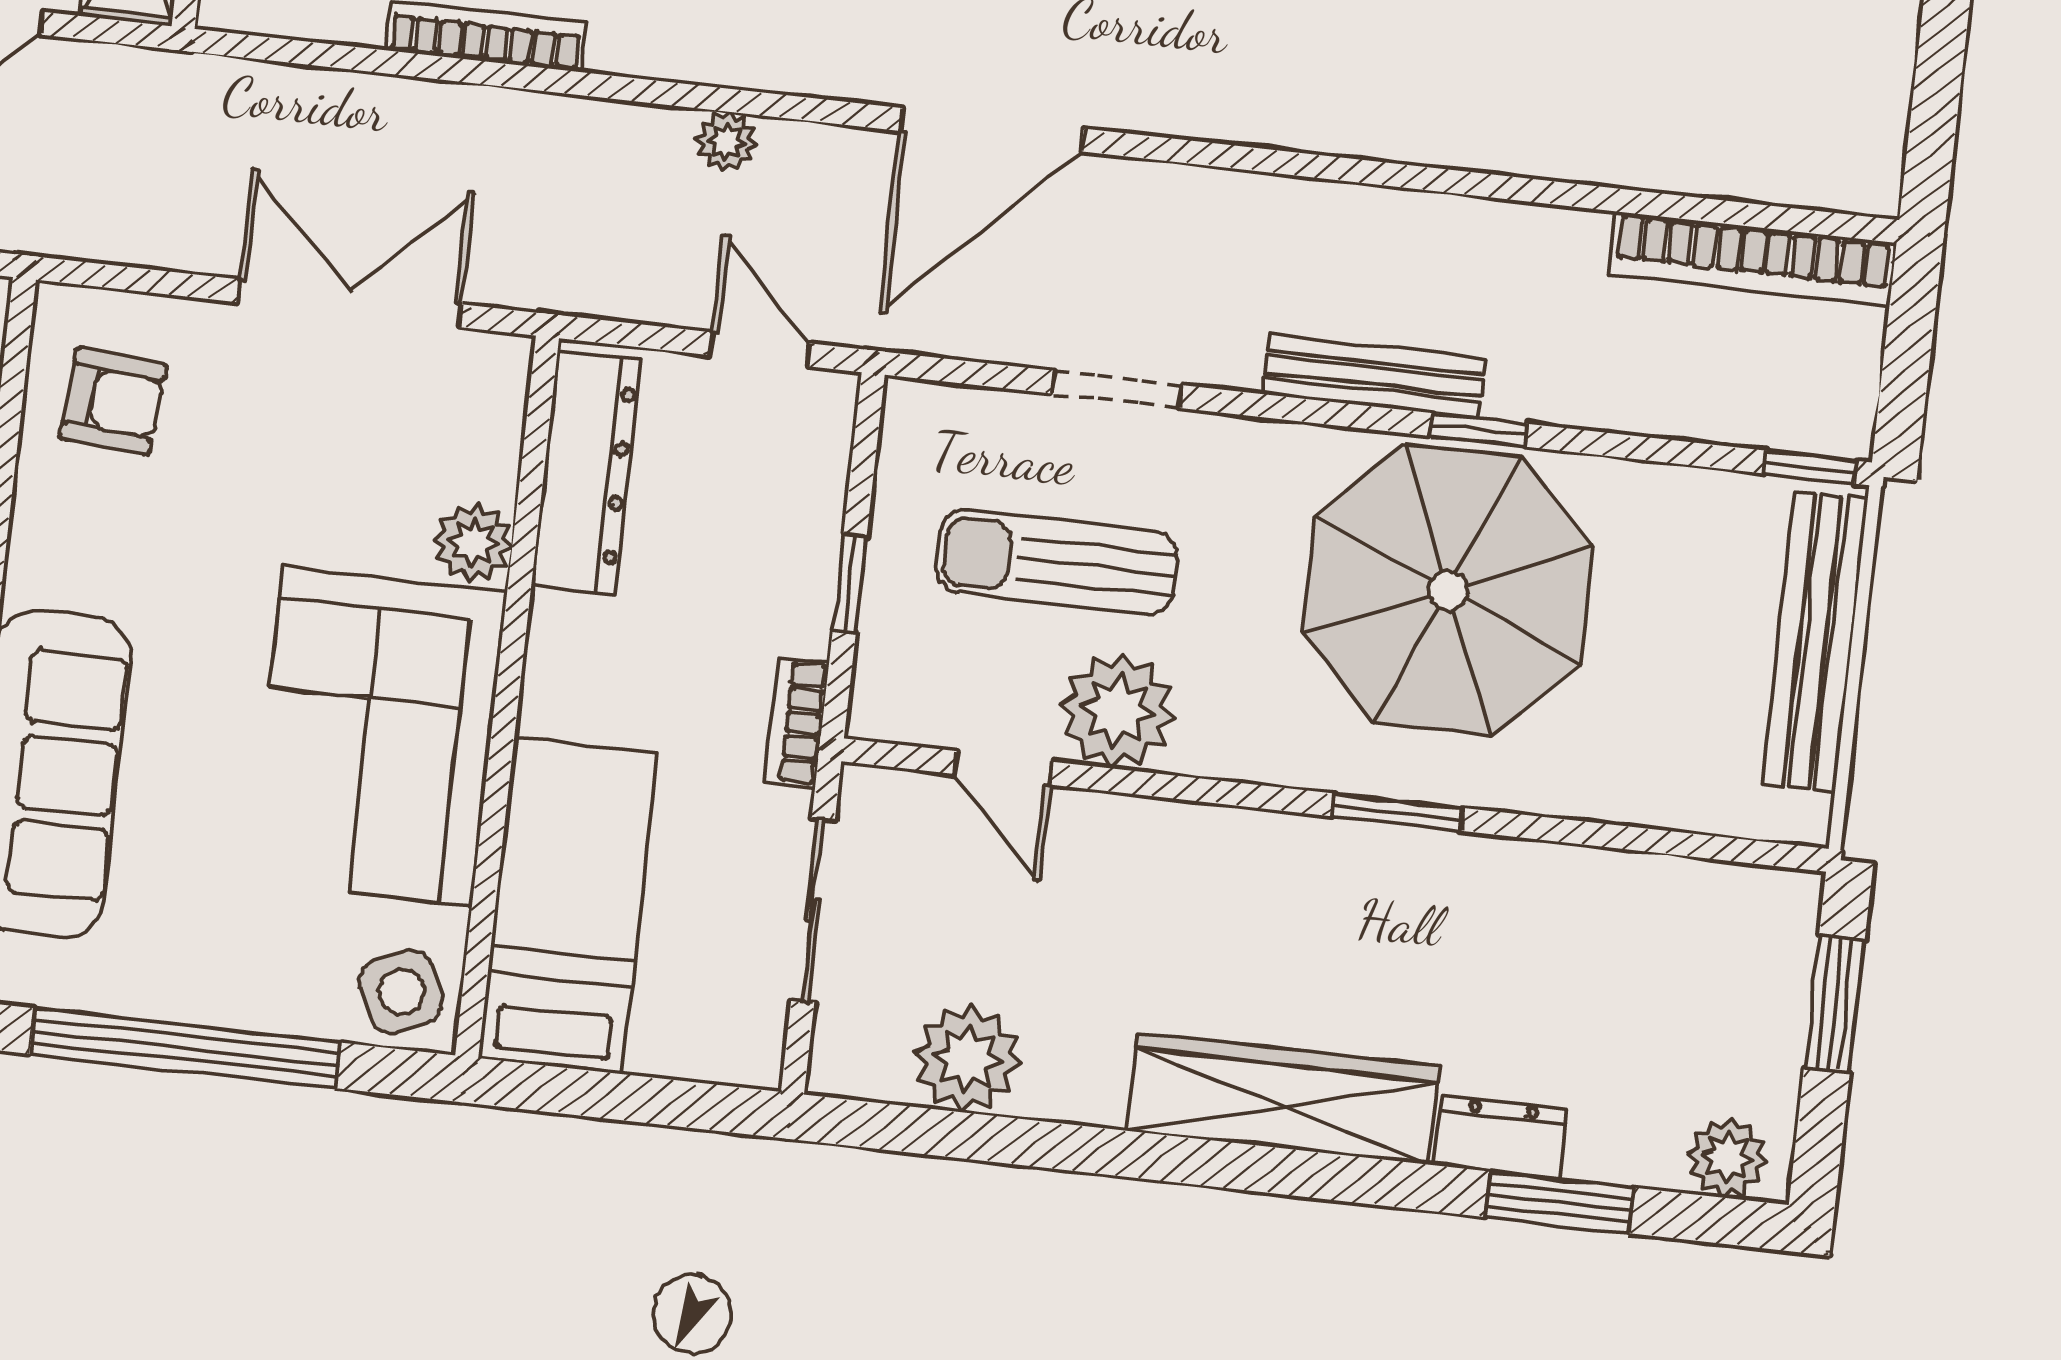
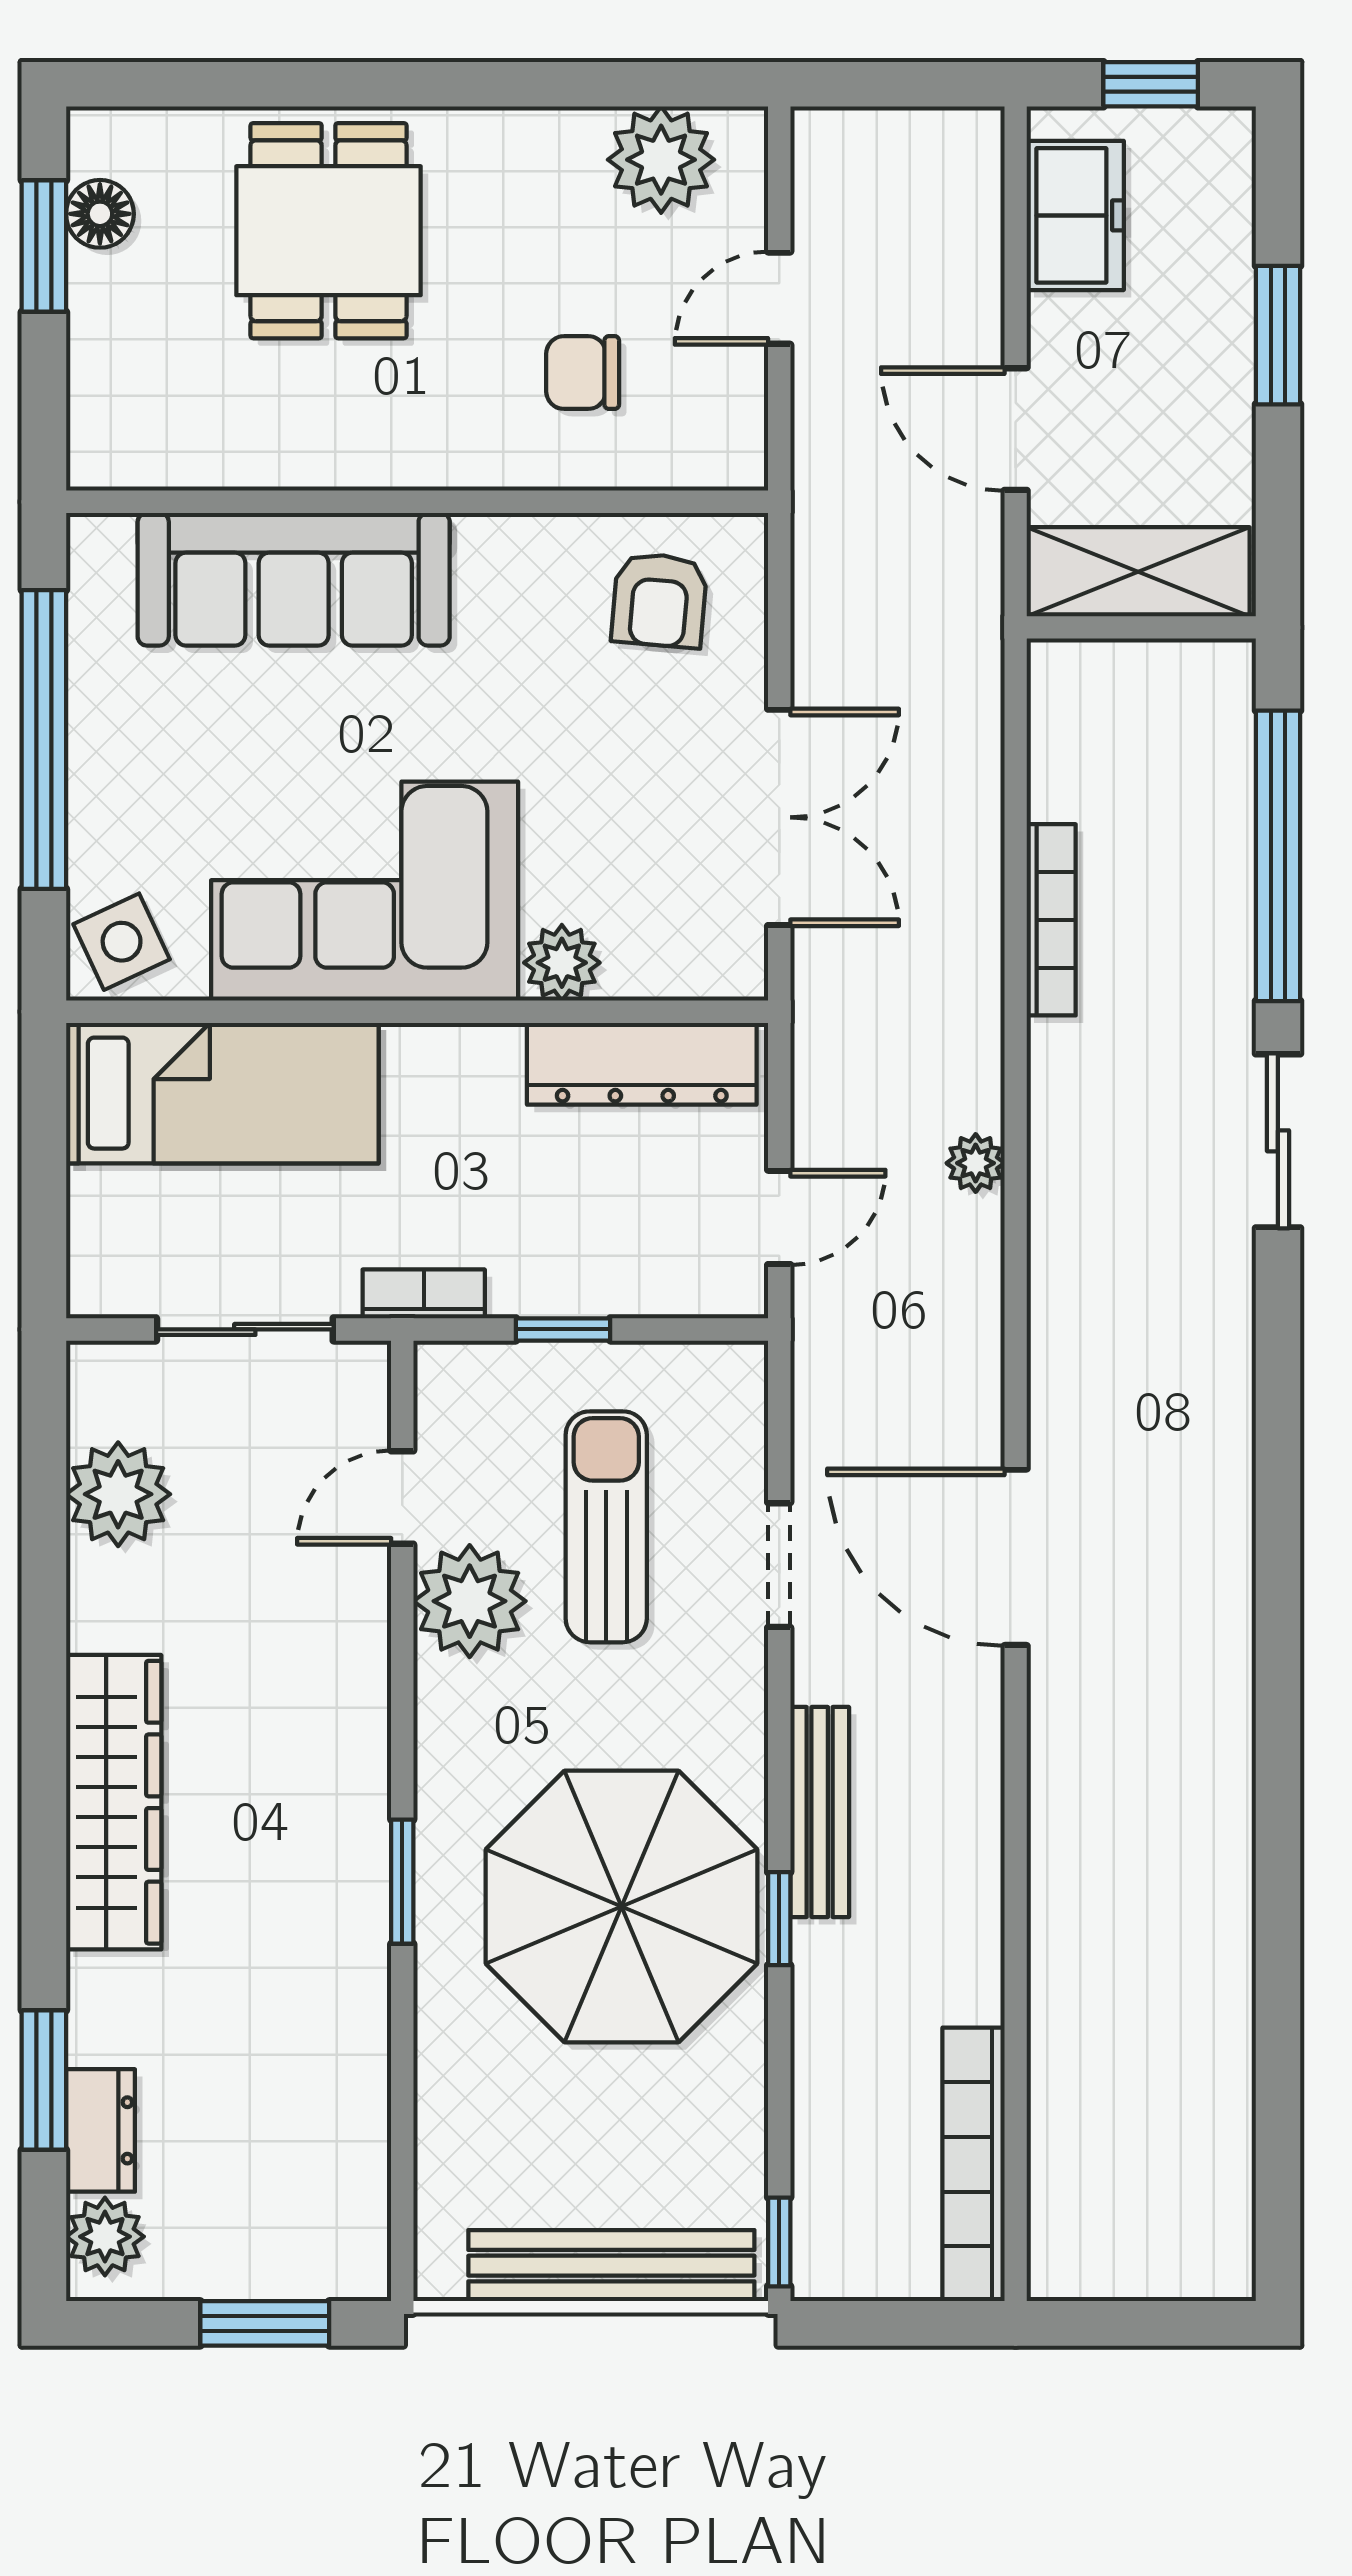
door: (992, 130) -> (1016, 1557), moved
dresser: (1501, 1137) -> (100, 2130), moved

